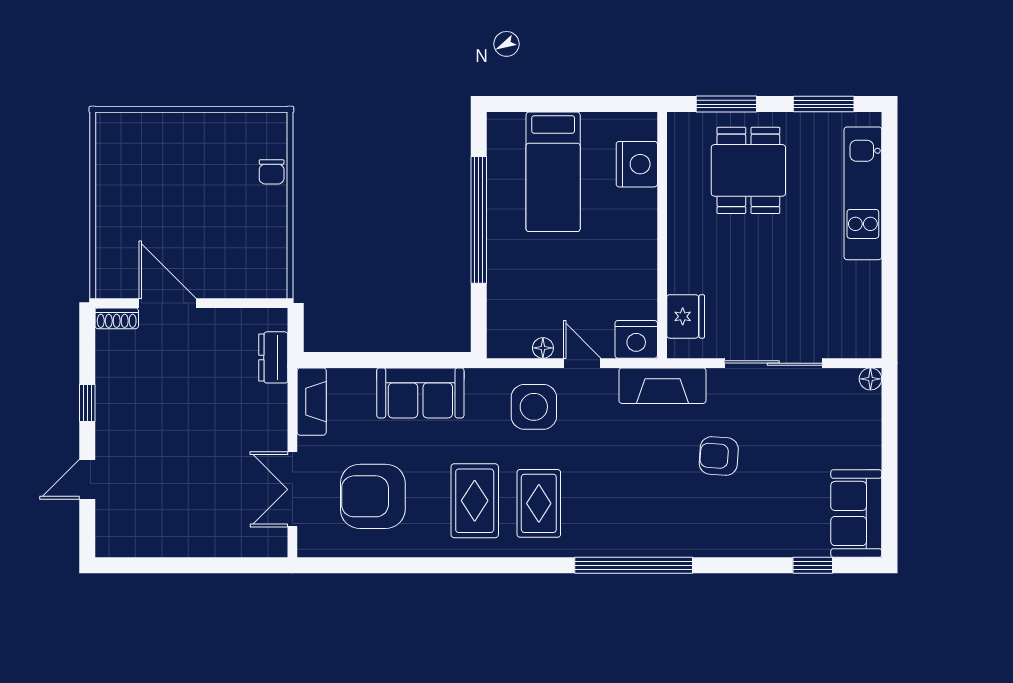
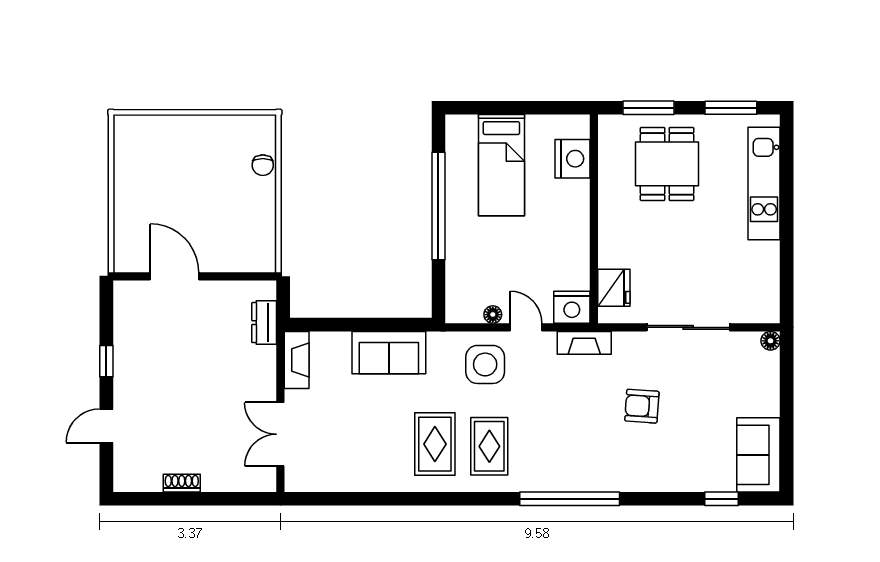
shoe rack: (117, 318) -> (182, 483), moved, turned 180
fireplace: (662, 386) -> (584, 343), width x0.73, depth x0.76
armchair: (373, 496) -> (349, 440), removed

